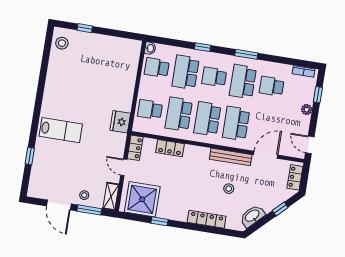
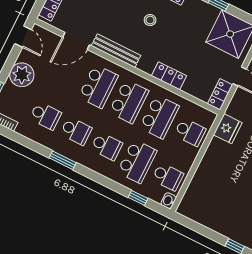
window: (203, 47) -> (138, 198), moved
school desk: (243, 82) -> (76, 131), width x0.54
plant: (307, 110) -> (22, 75), width x1.88, depth x1.88
locker: (170, 148) -> (169, 76), moved
stool: (229, 189) -> (150, 20), moved

